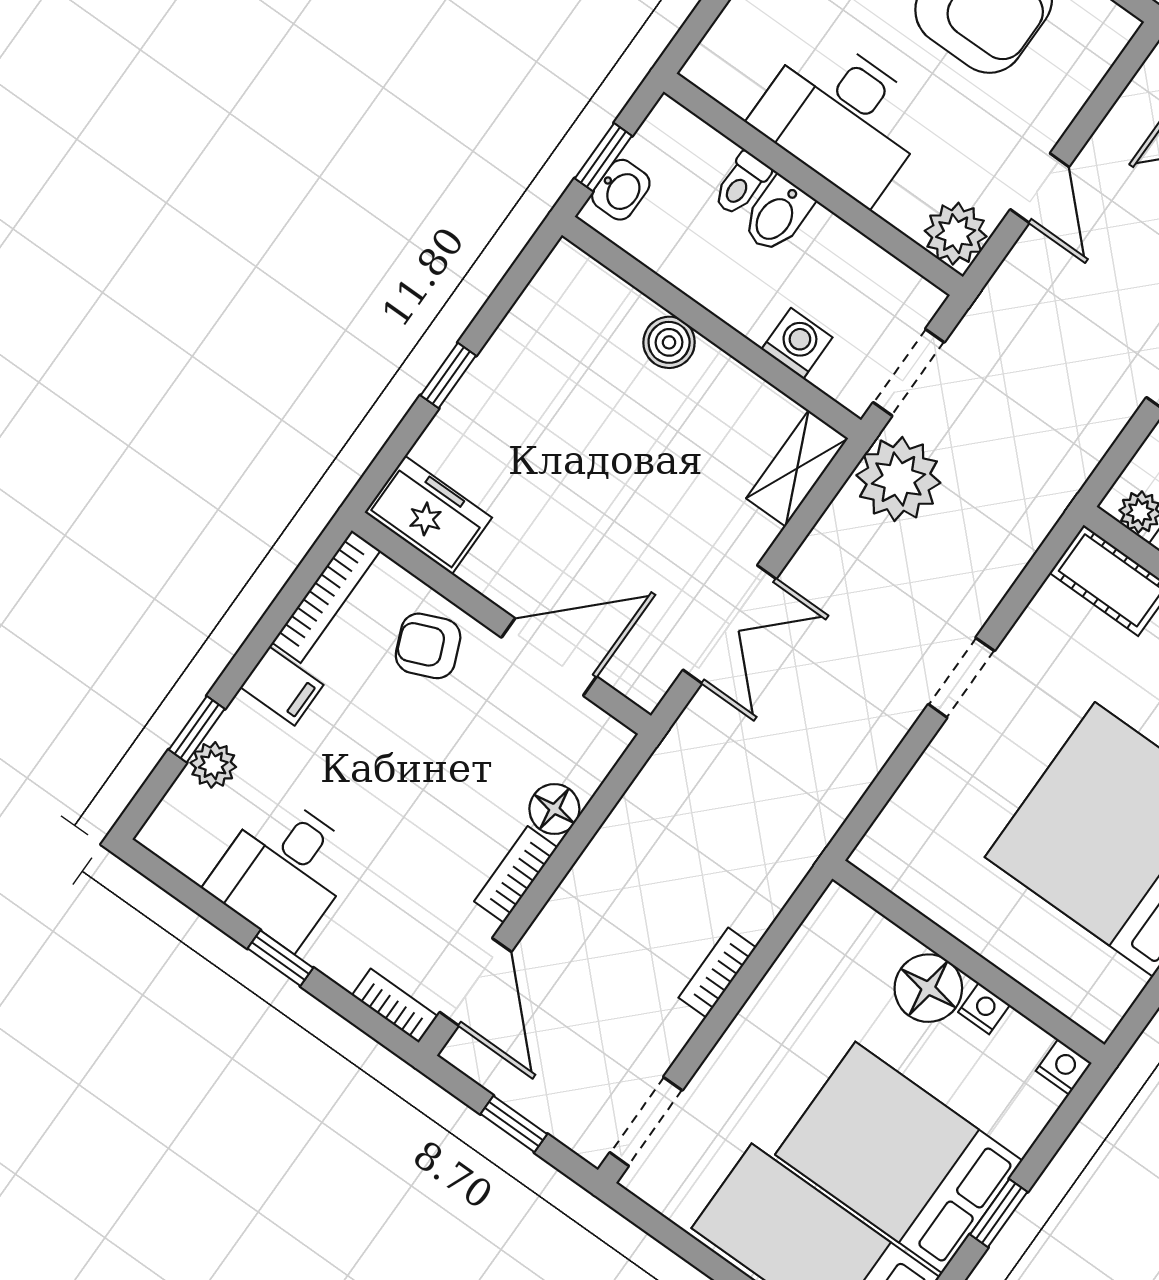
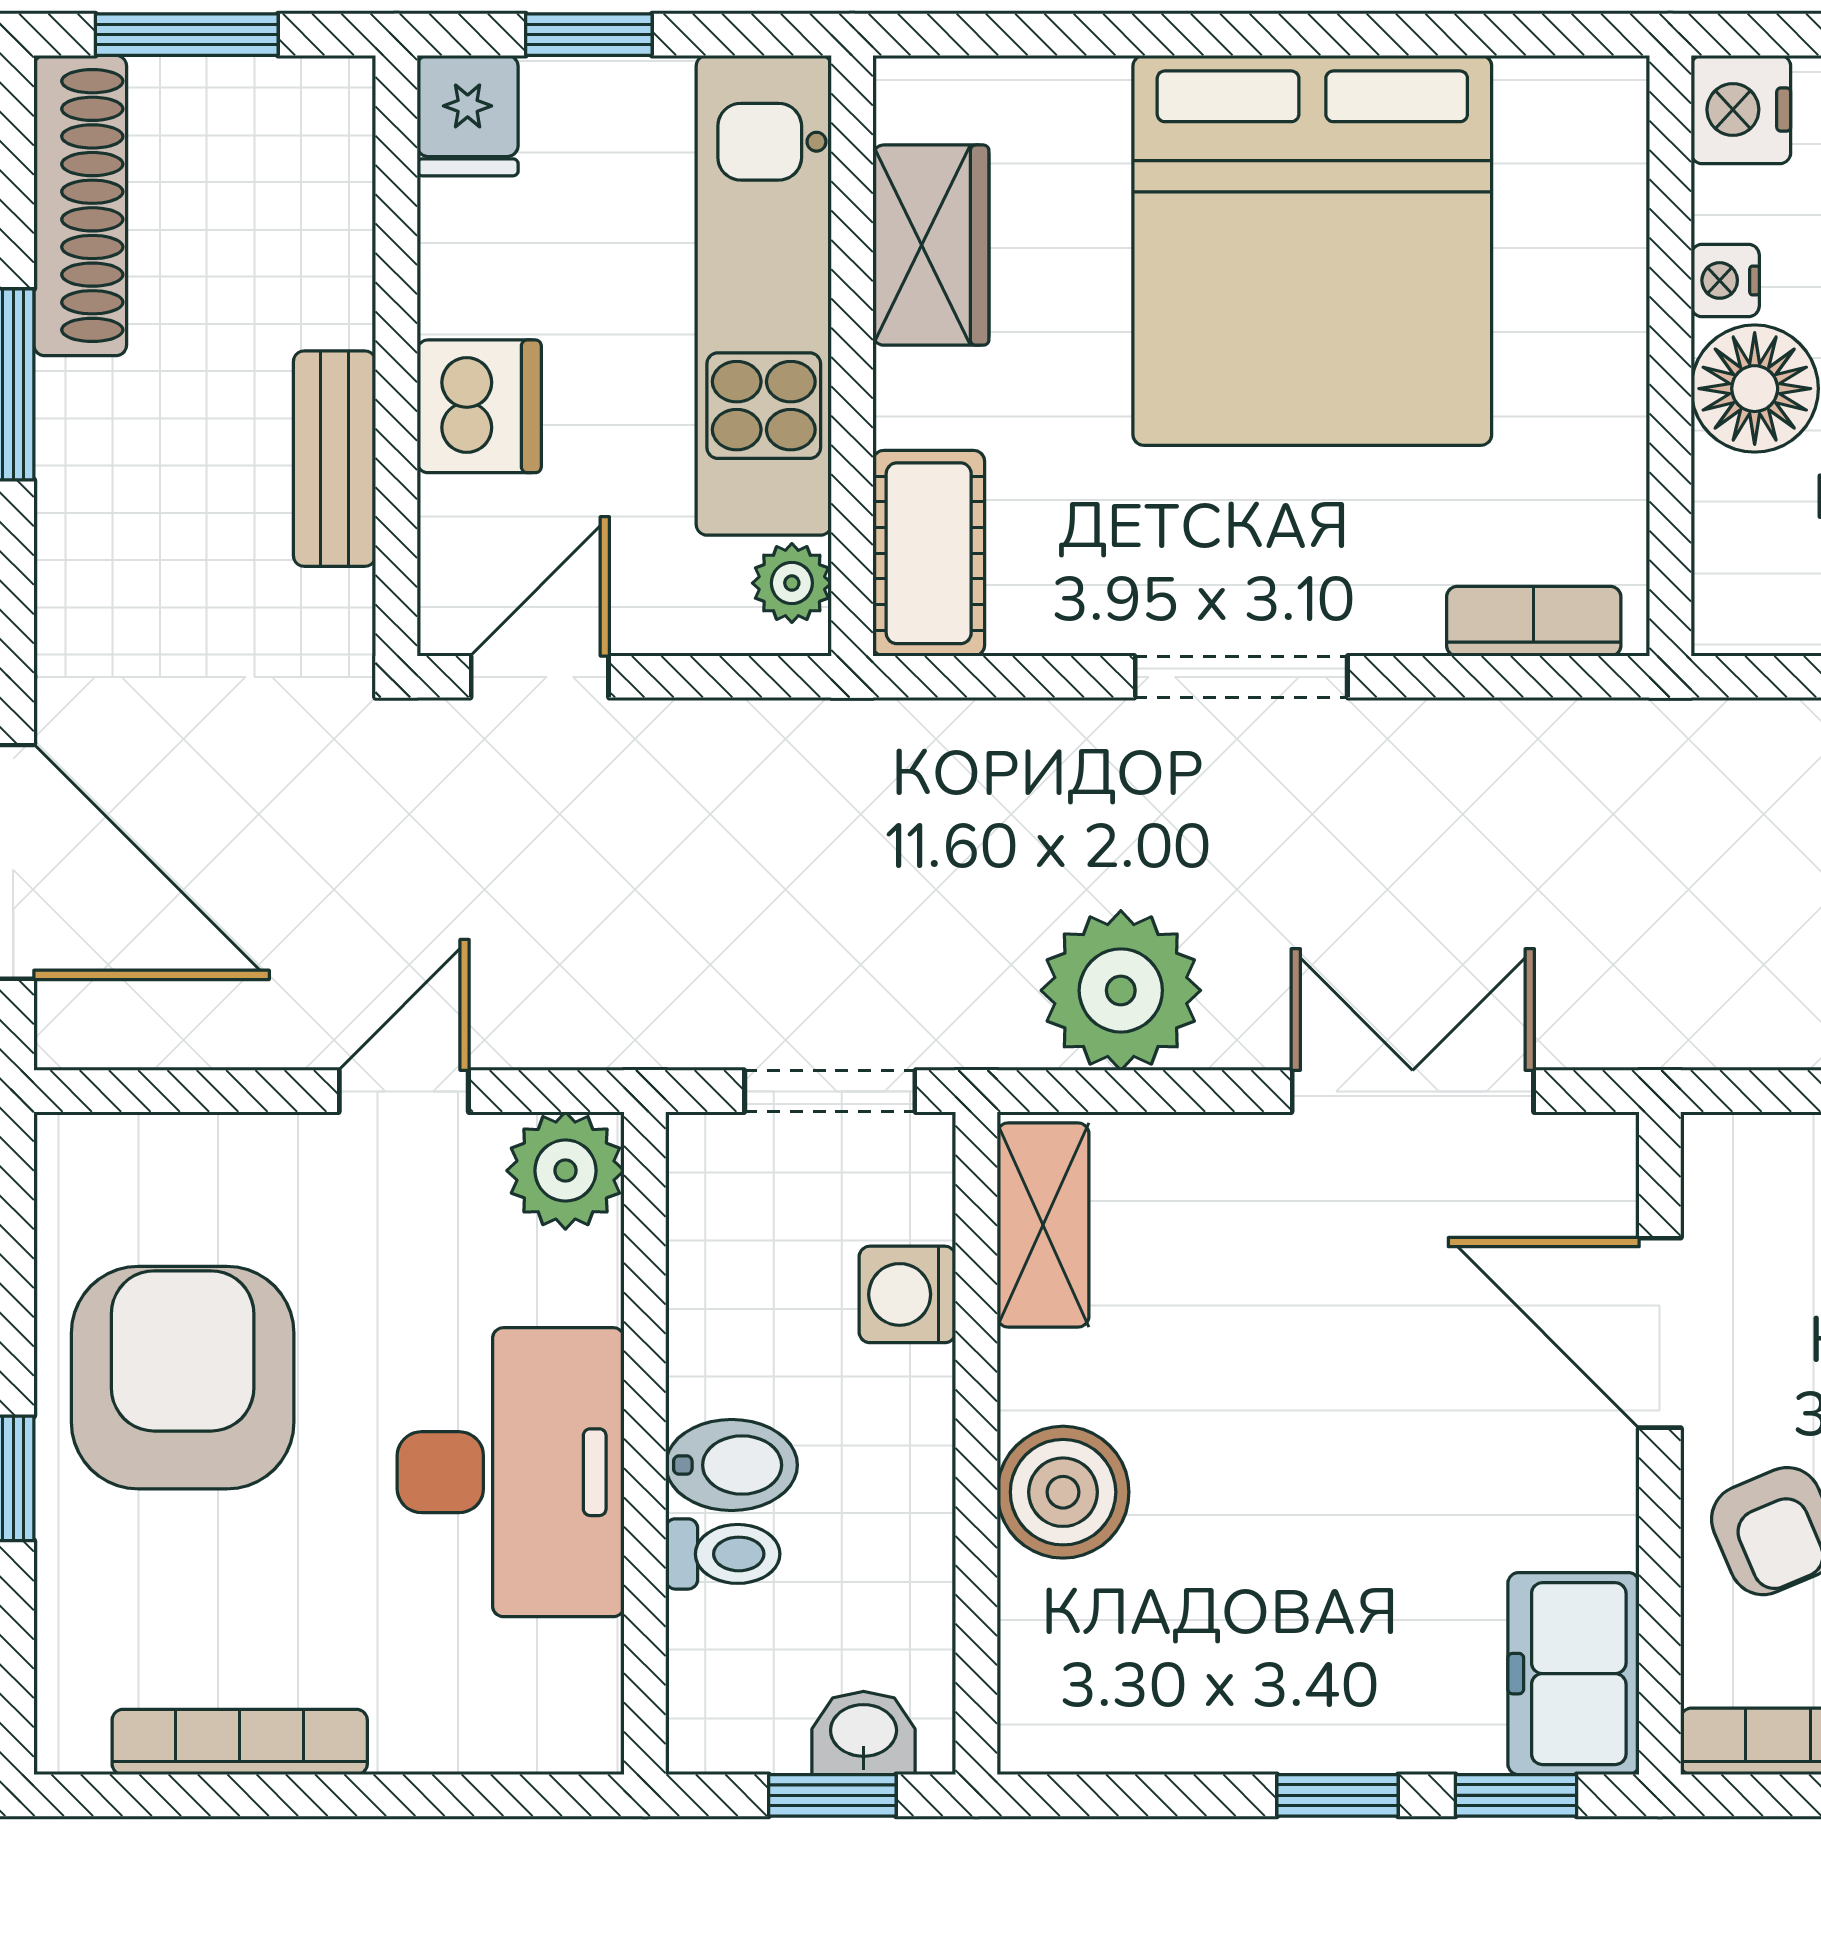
boiler: (669, 342) -> (1063, 1492), width x1.36, depth x1.36
window: (393, 453) -> (1516, 1795), added
shelving: (797, 468) -> (1043, 1225), moved, turned 90
plant: (898, 479) -> (1121, 990), moved
doorway: (961, 678) -> (1241, 677), width x1.38
bookcase: (896, 821) -> (1534, 621), added
nightstand: (1064, 1067) -> (1741, 110), width x1.39, depth x1.35

